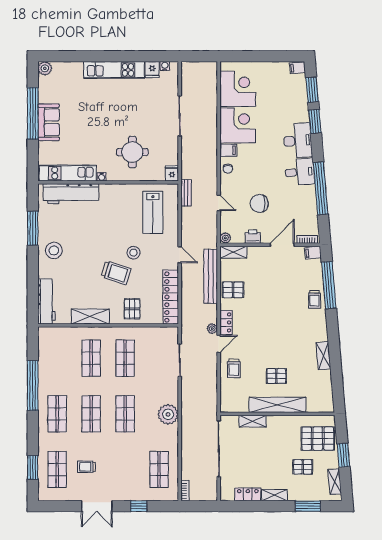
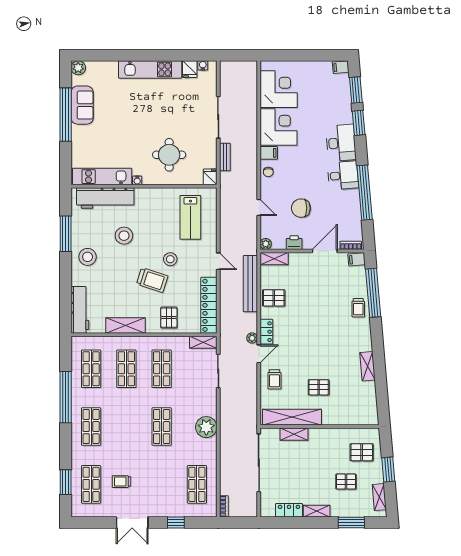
sofa: (49, 122) -> (82, 105), moved
bench: (186, 193) -> (225, 157), moved
stool: (89, 230) -> (124, 236), added
shelving: (165, 333) -> (203, 342), added
shelving: (277, 405) -> (292, 417), moved
shop shelf: (91, 414) -> (91, 369), moved
pallet: (318, 439) -> (362, 452), width x0.67, depth x0.71

